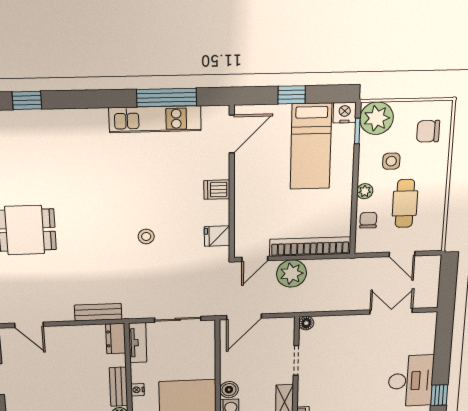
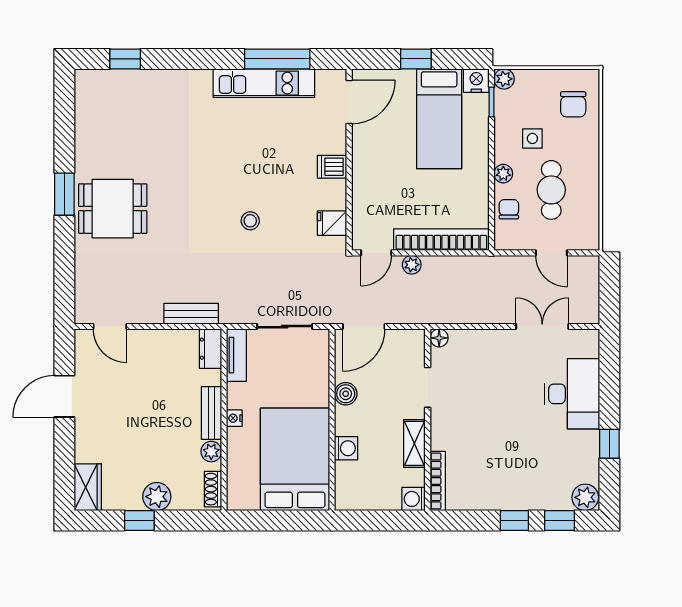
plant: (377, 118) -> (504, 79), width x0.53, depth x0.53
chair: (428, 131) -> (573, 104), turned -90
plant: (292, 273) -> (412, 265), width x0.53, depth x0.53
desk: (411, 381) -> (572, 394), moved
boiler: (229, 390) -> (346, 394), moved

